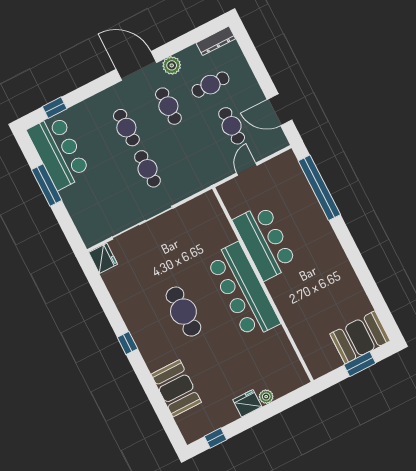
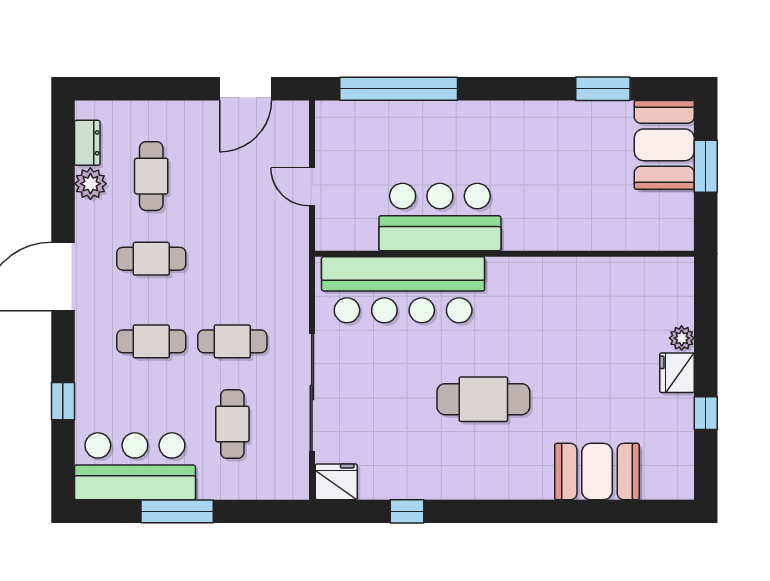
dresser: (216, 41) -> (87, 143), width x0.70
plant: (172, 65) -> (90, 184), moved
window: (55, 108) -> (63, 401), moved
cafe table: (232, 126) -> (232, 424), moved, turned 90
bar counter: (243, 291) -> (403, 290), moved
window: (372, 292) -> (603, 89), added
window: (127, 343) -> (407, 511), moved
window: (215, 438) -> (706, 413), moved

